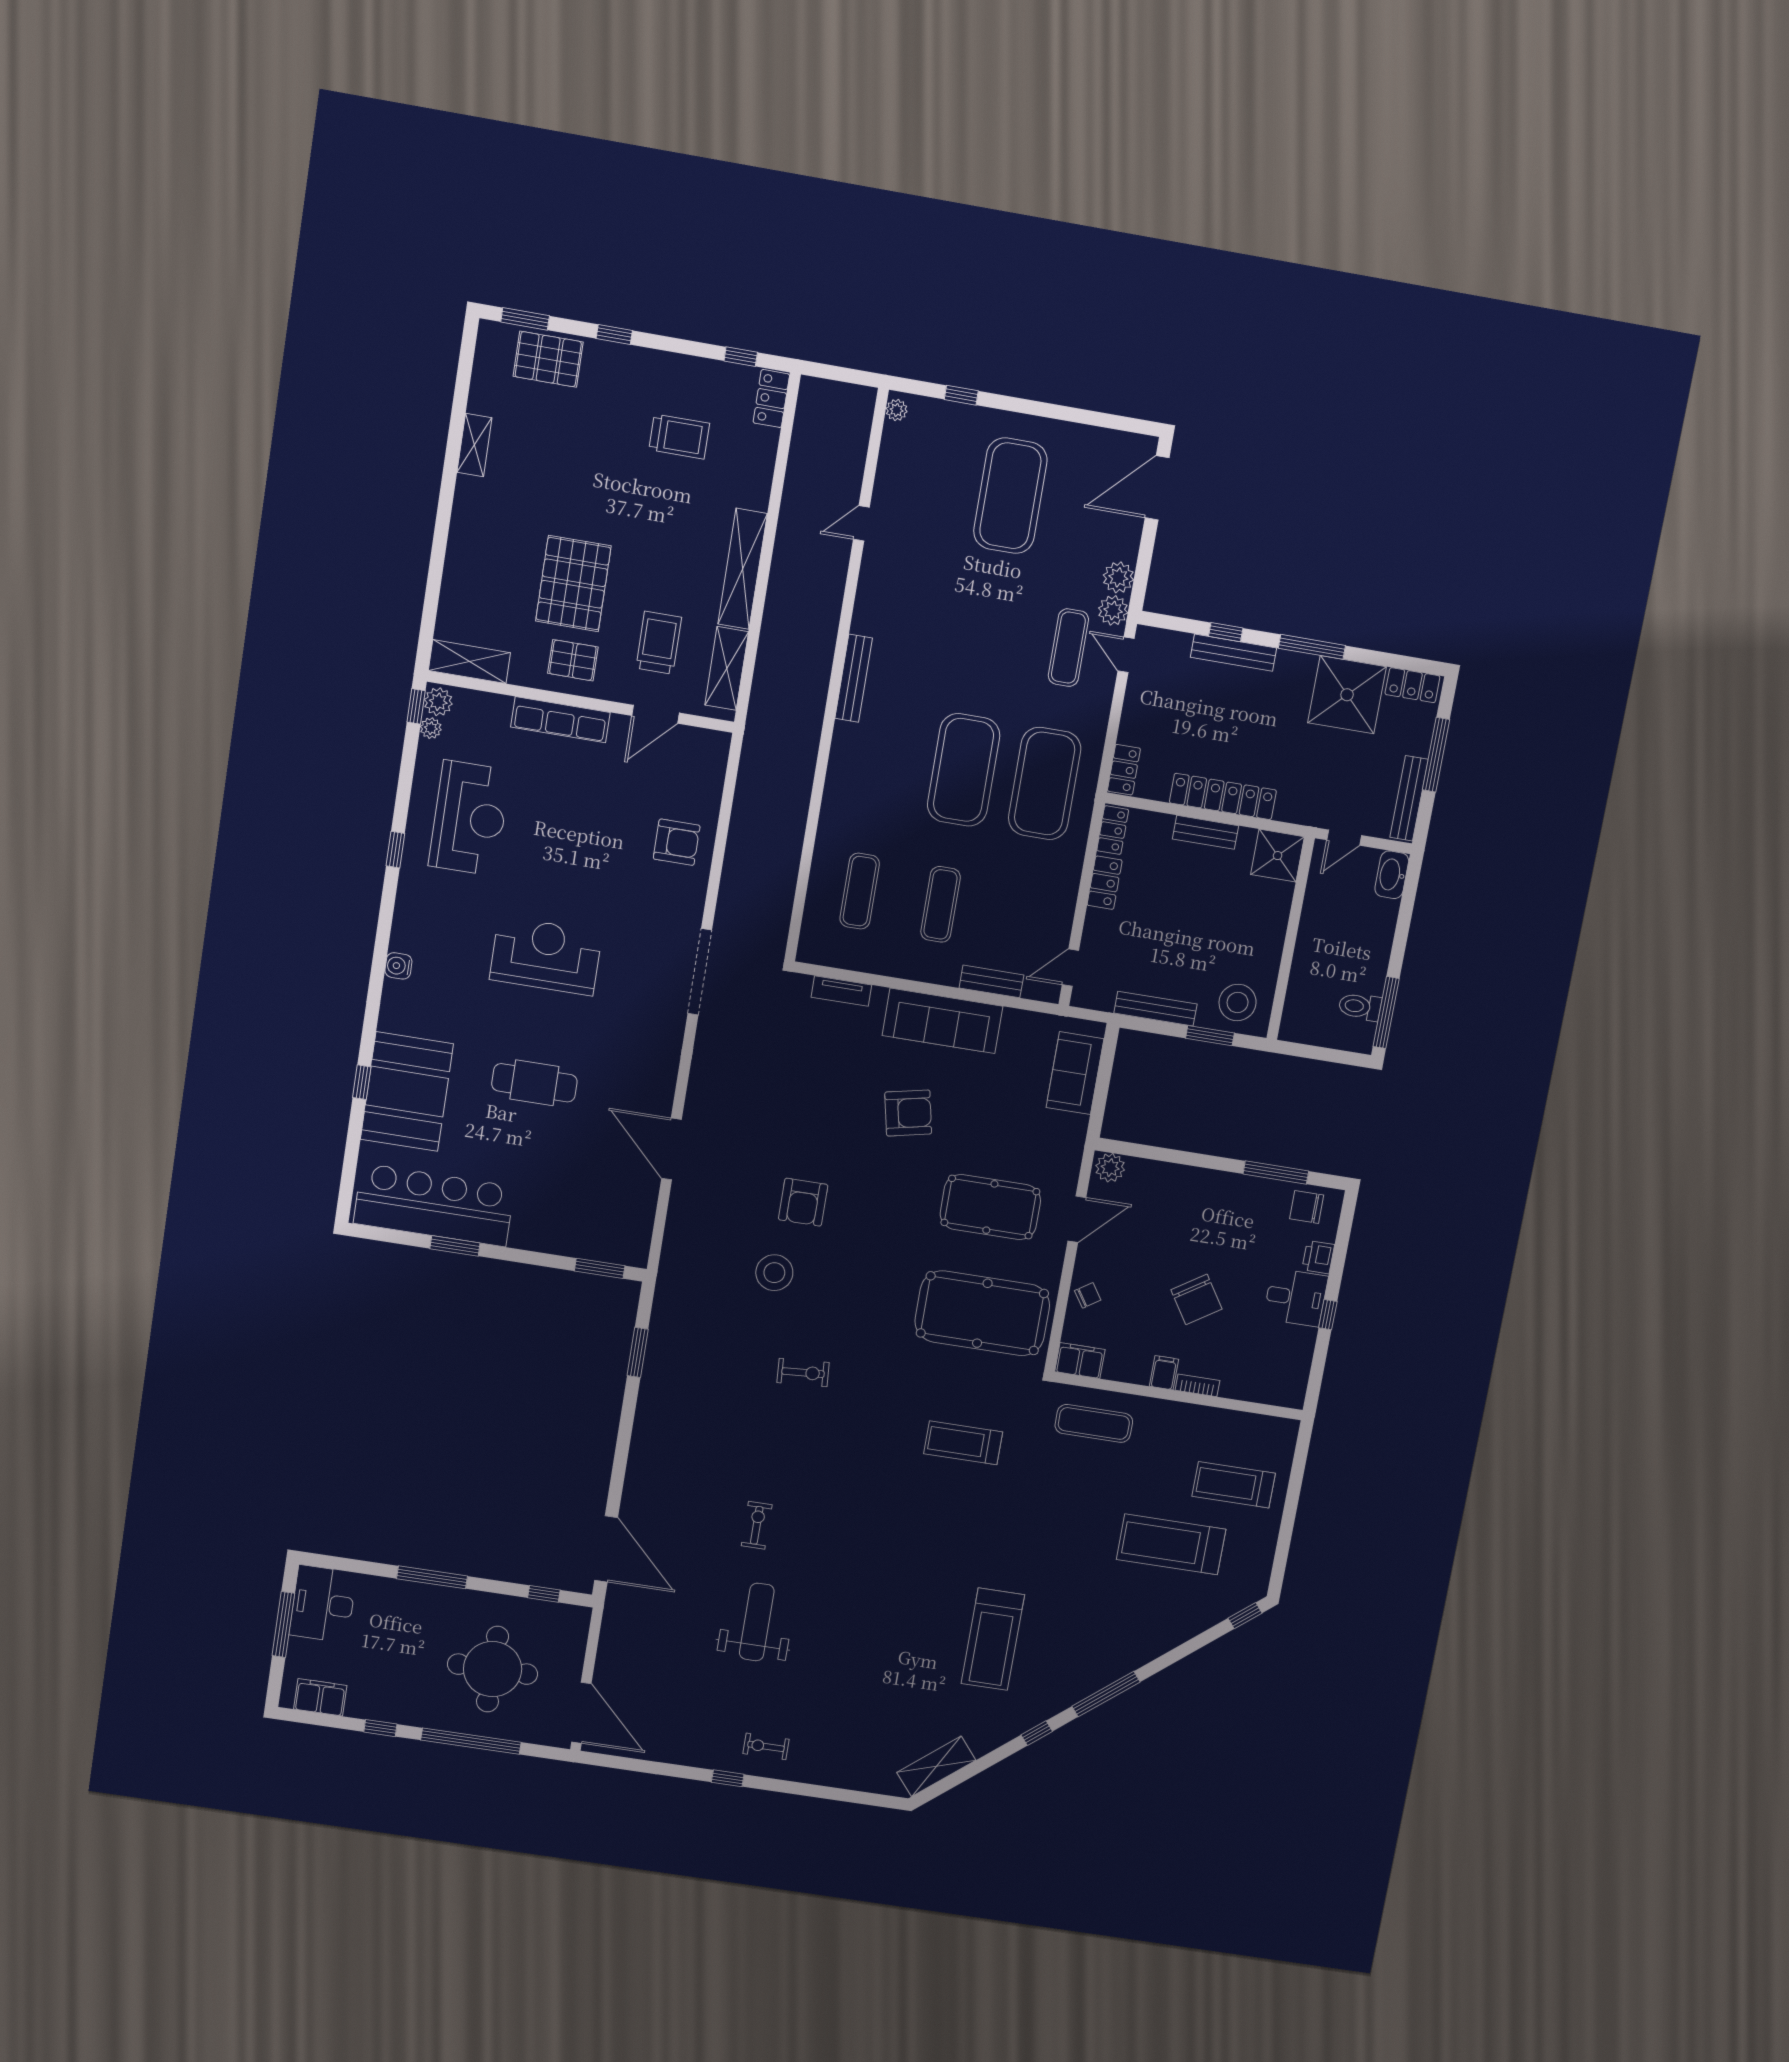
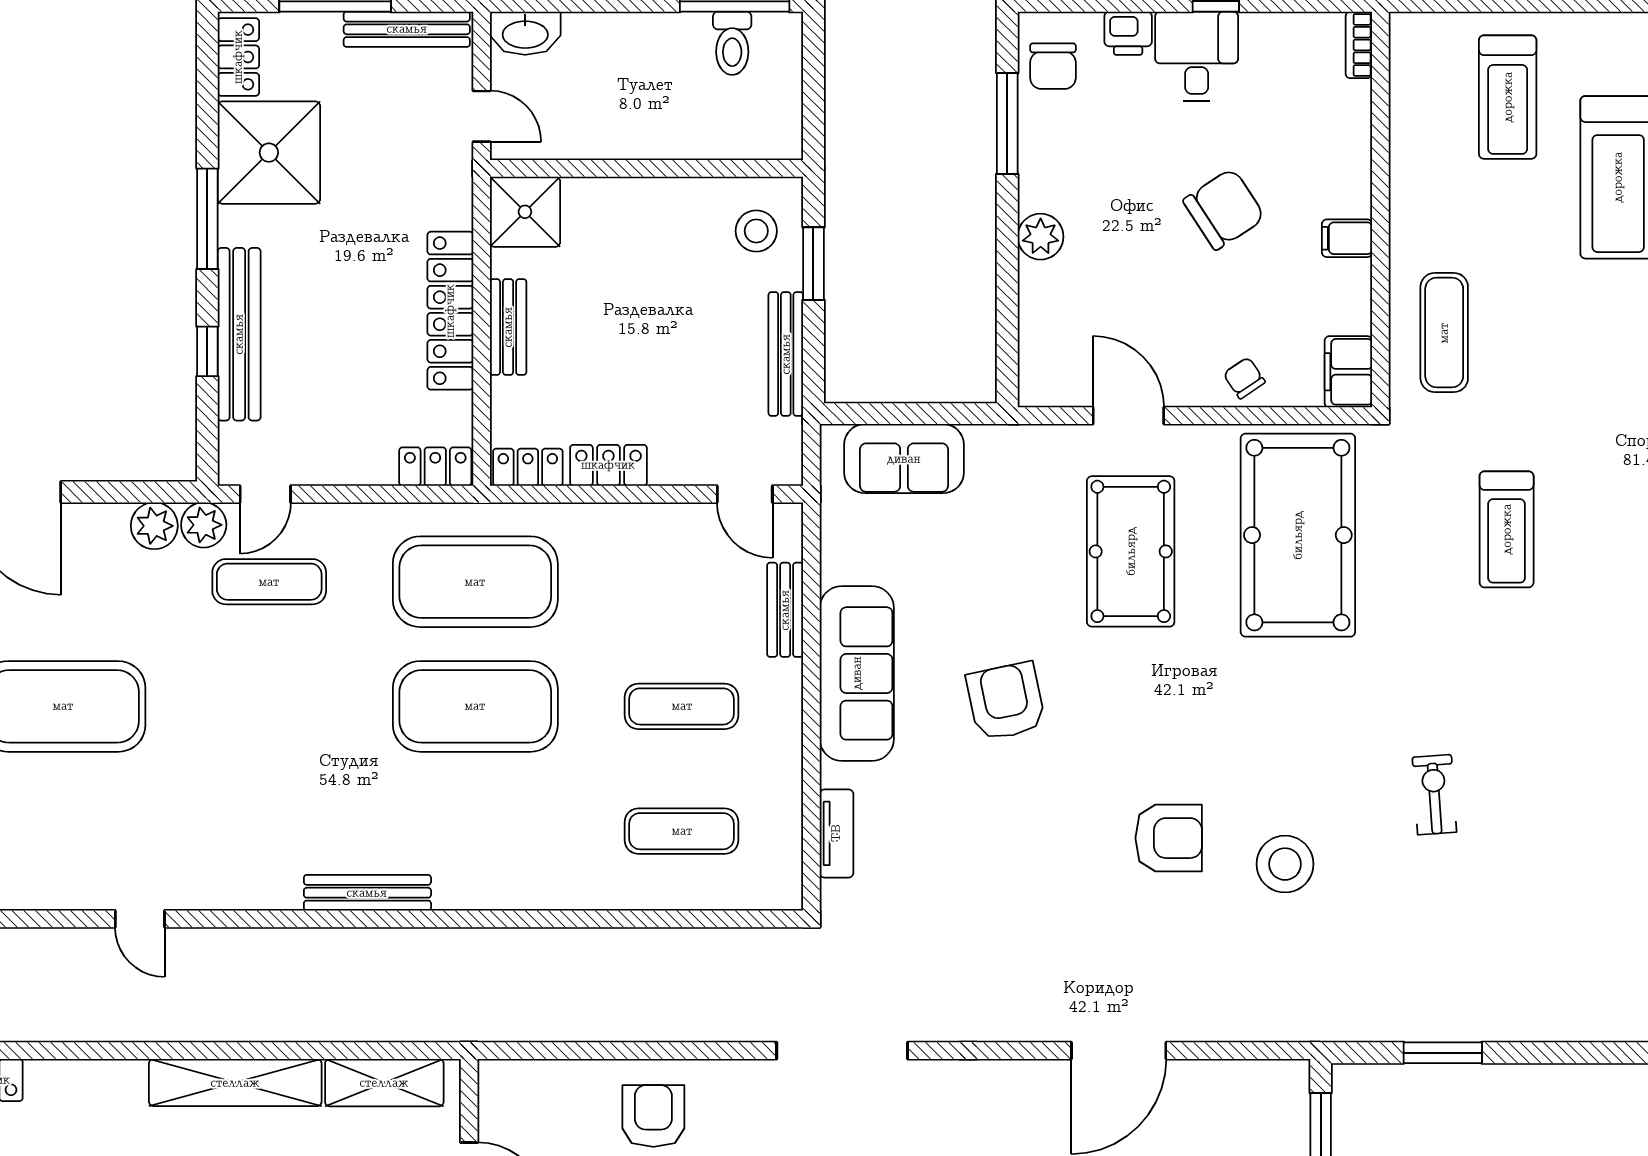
bench: (1234, 653) -> (239, 334), width x1.37, depth x1.21
stool: (1238, 1002) -> (756, 231), width x0.73, depth x0.73
plant: (1110, 1168) -> (1041, 237), moved
bookcase: (1197, 1385) -> (1359, 45), moved

